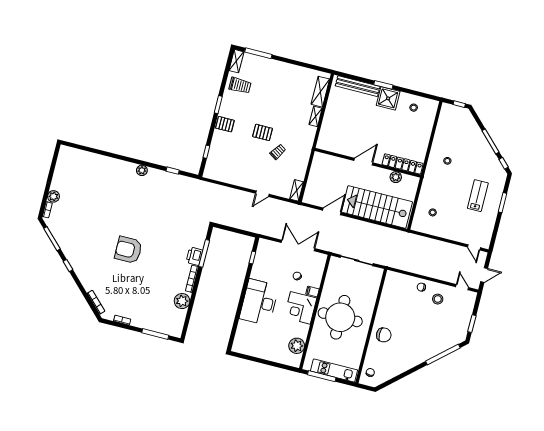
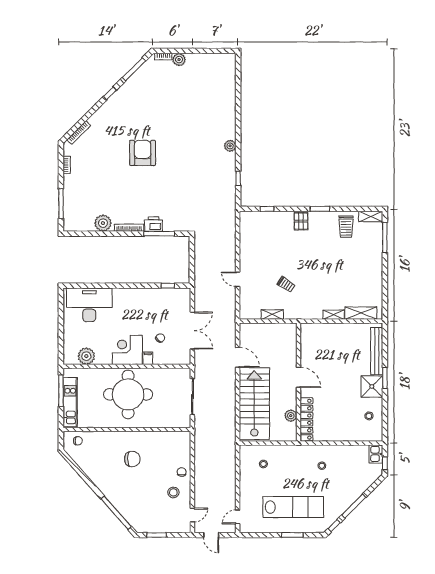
kitchen sink: (449, 110) -> (376, 454), added
pallet: (263, 132) -> (302, 263), removed
shelving: (297, 190) -> (272, 315), moved
lab bench: (478, 196) -> (293, 507), width x1.86, depth x1.39
desk: (259, 302) -> (89, 305), moved
chair: (384, 335) -> (132, 459), moved, turned -90

